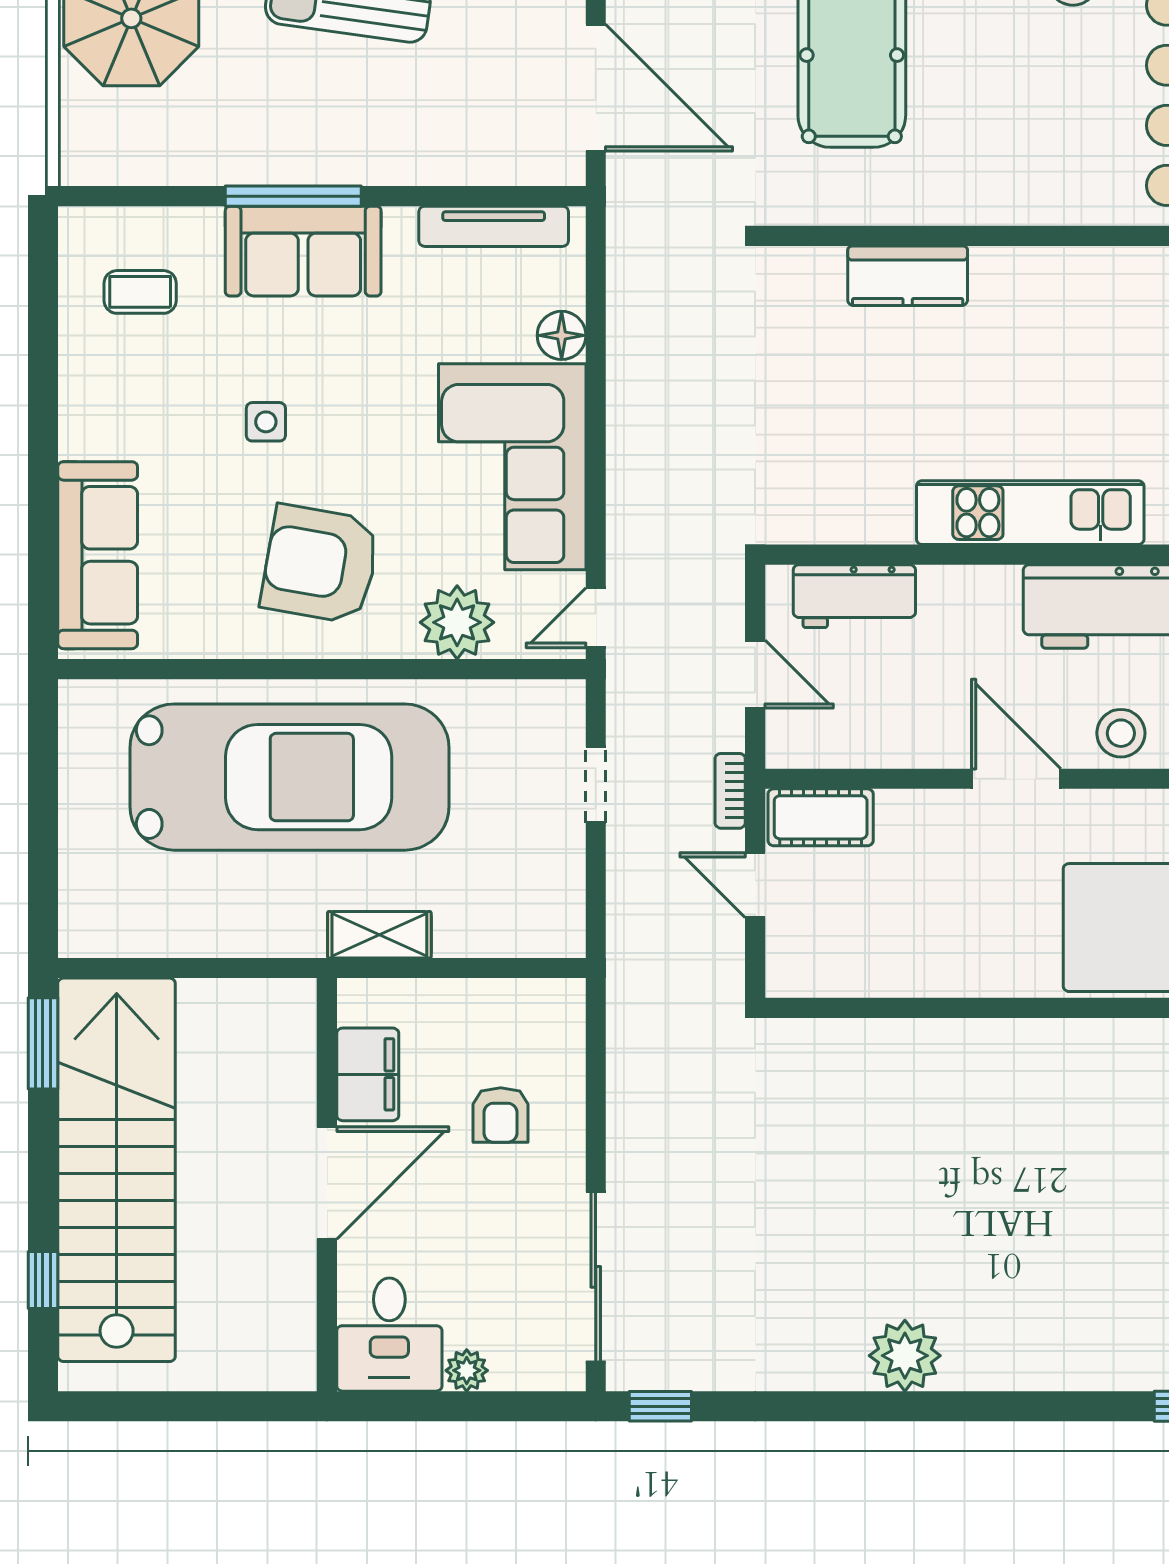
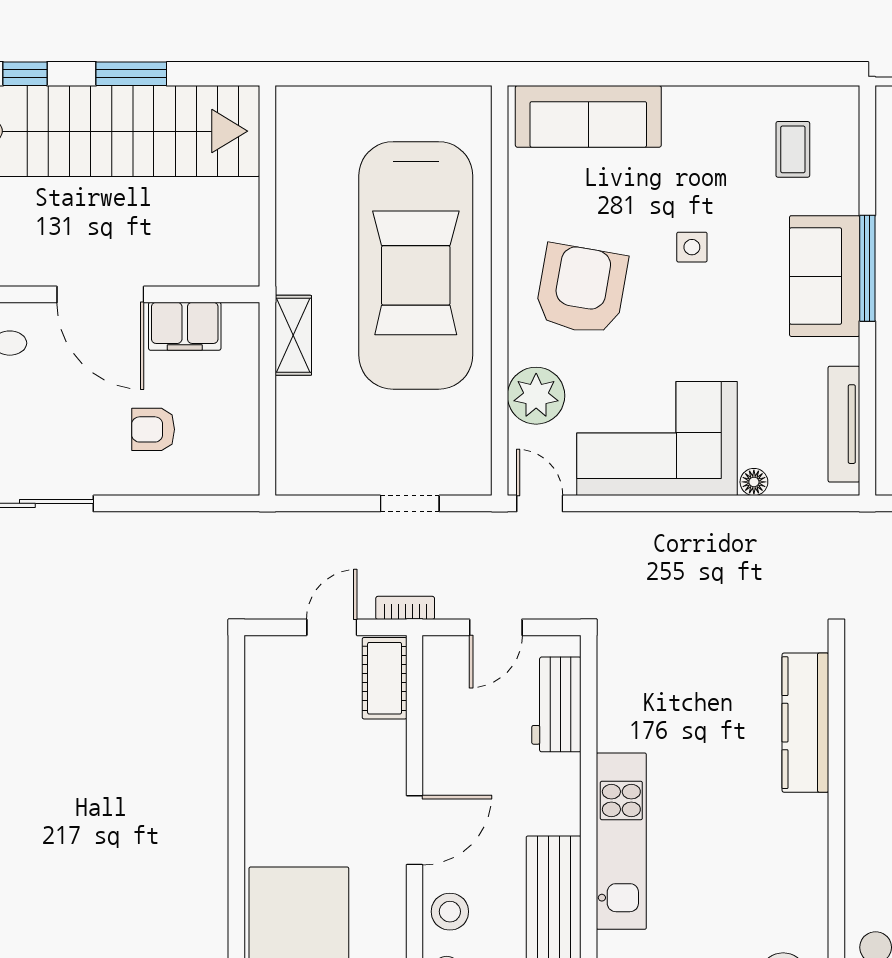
kitchen counter: (908, 276) -> (805, 723), width x1.50
floor lamp: (562, 335) -> (754, 482), width x0.73, depth x0.73
window: (43, 1043) -> (131, 74), moved

